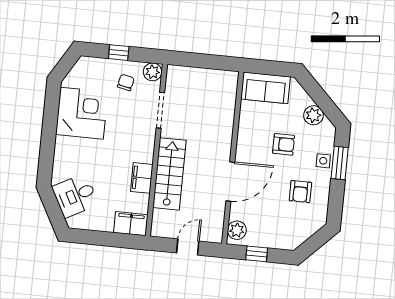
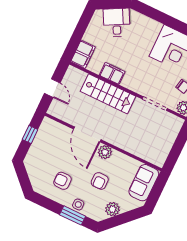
plant: (237, 230) -> (105, 152), moved

